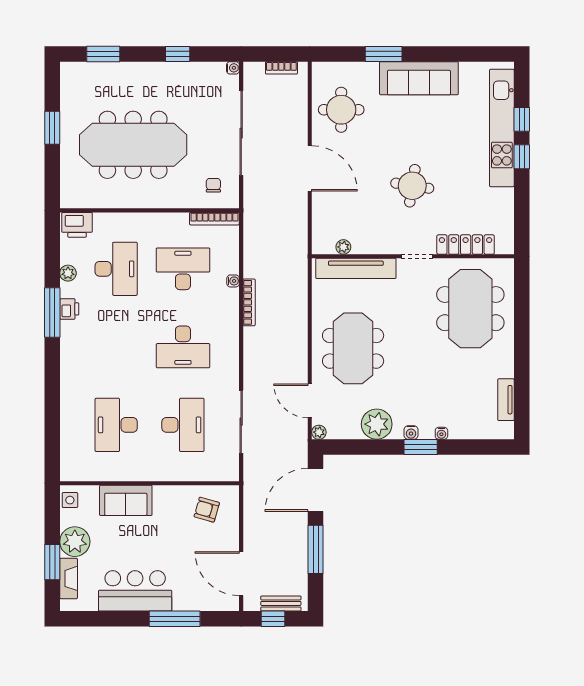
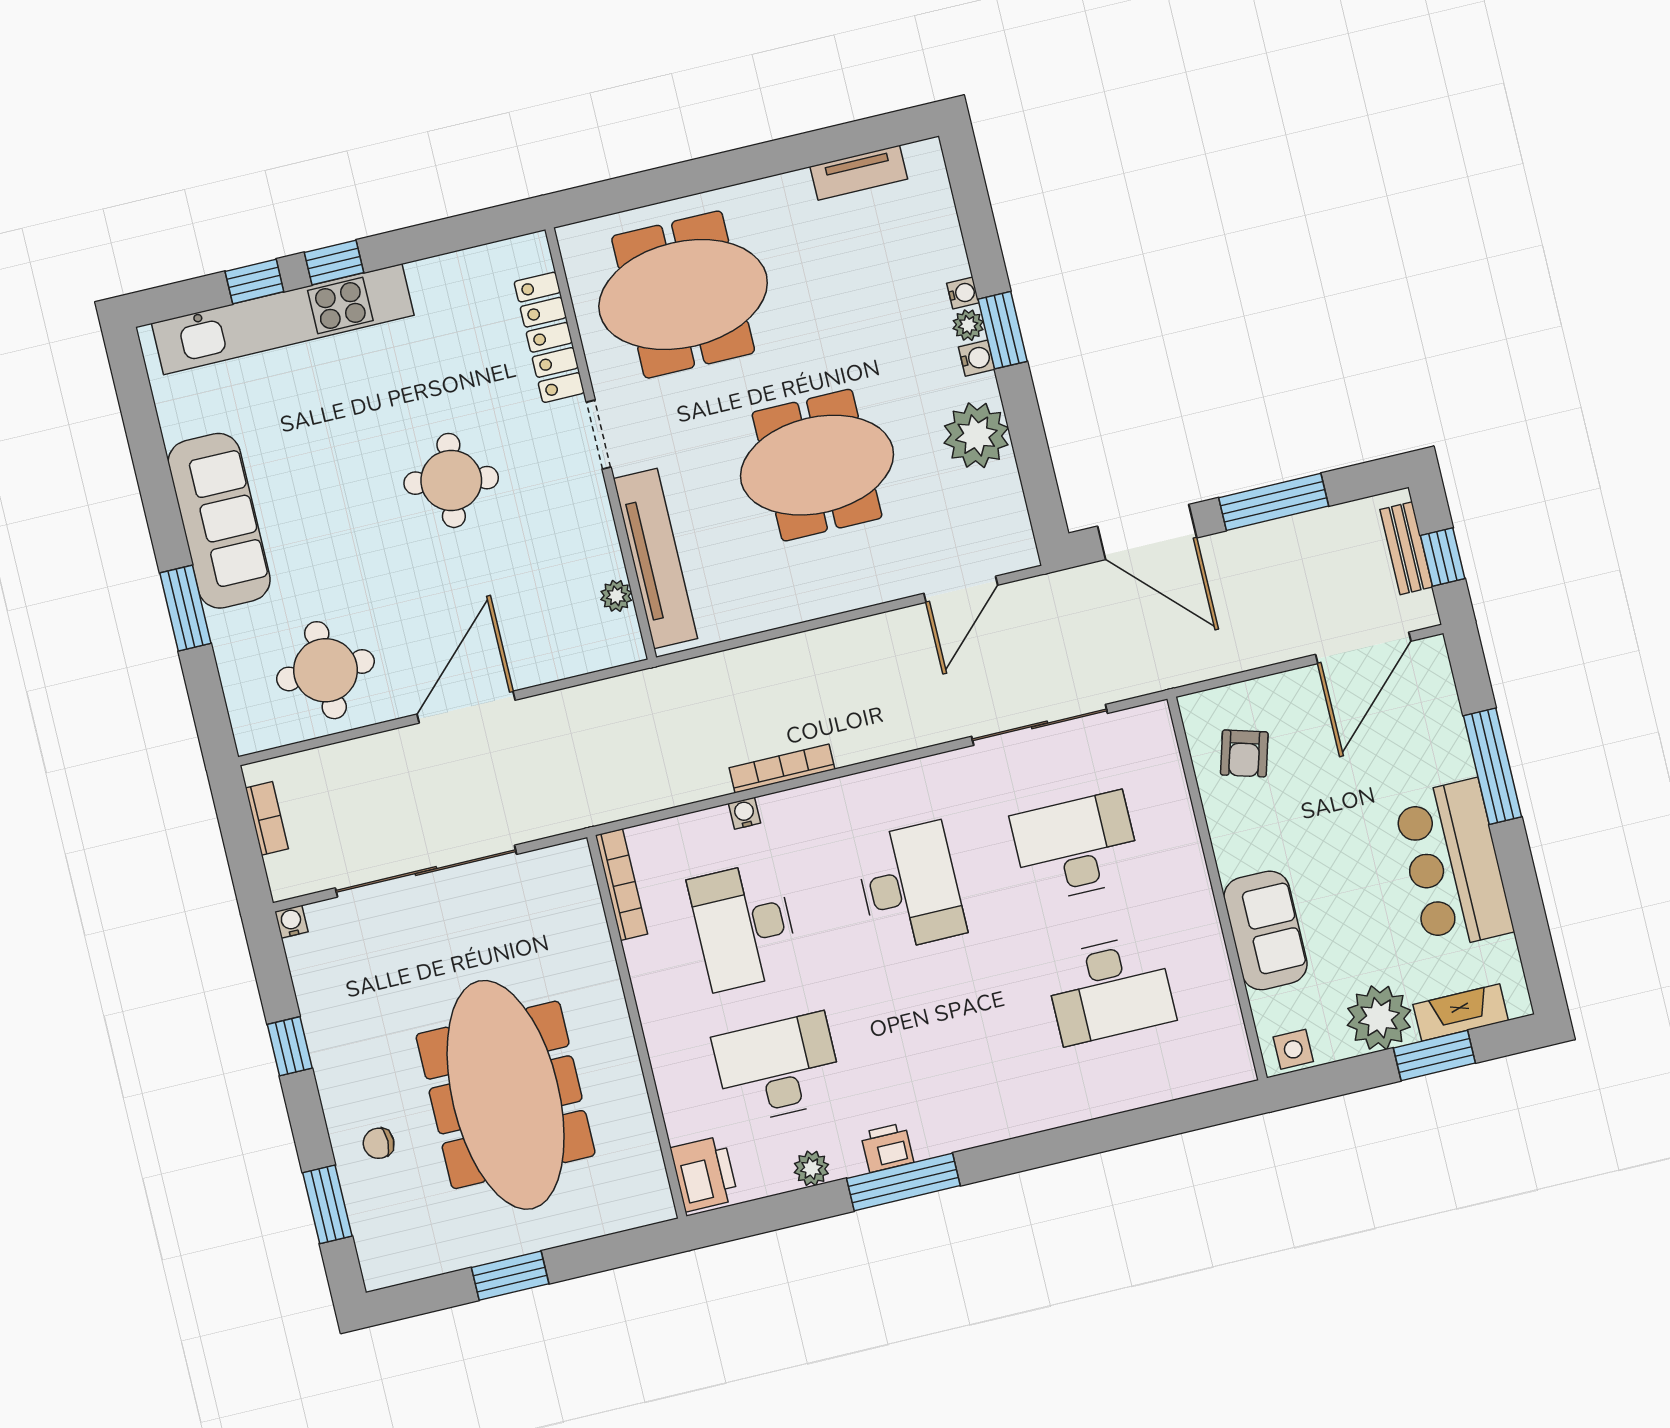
chair: (213, 185) -> (379, 1143), moved
meeting table: (353, 348) -> (817, 465), moved
plant: (319, 432) -> (968, 325), moved

